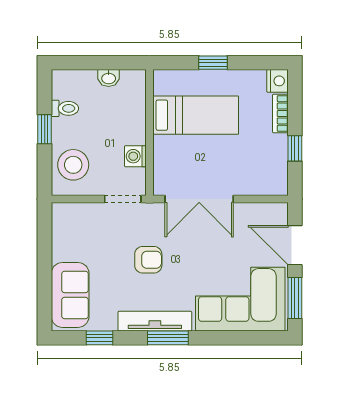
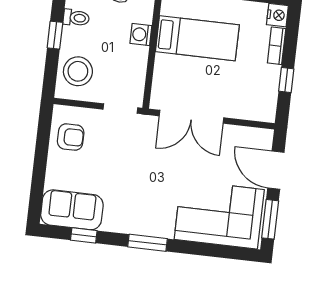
washing machine: (135, 156) -> (141, 35), moved
armchair: (148, 260) -> (71, 137), moved
sofa: (70, 295) -> (72, 210), moved, turned -90
tv unit: (155, 321) -> (137, 226), removed

